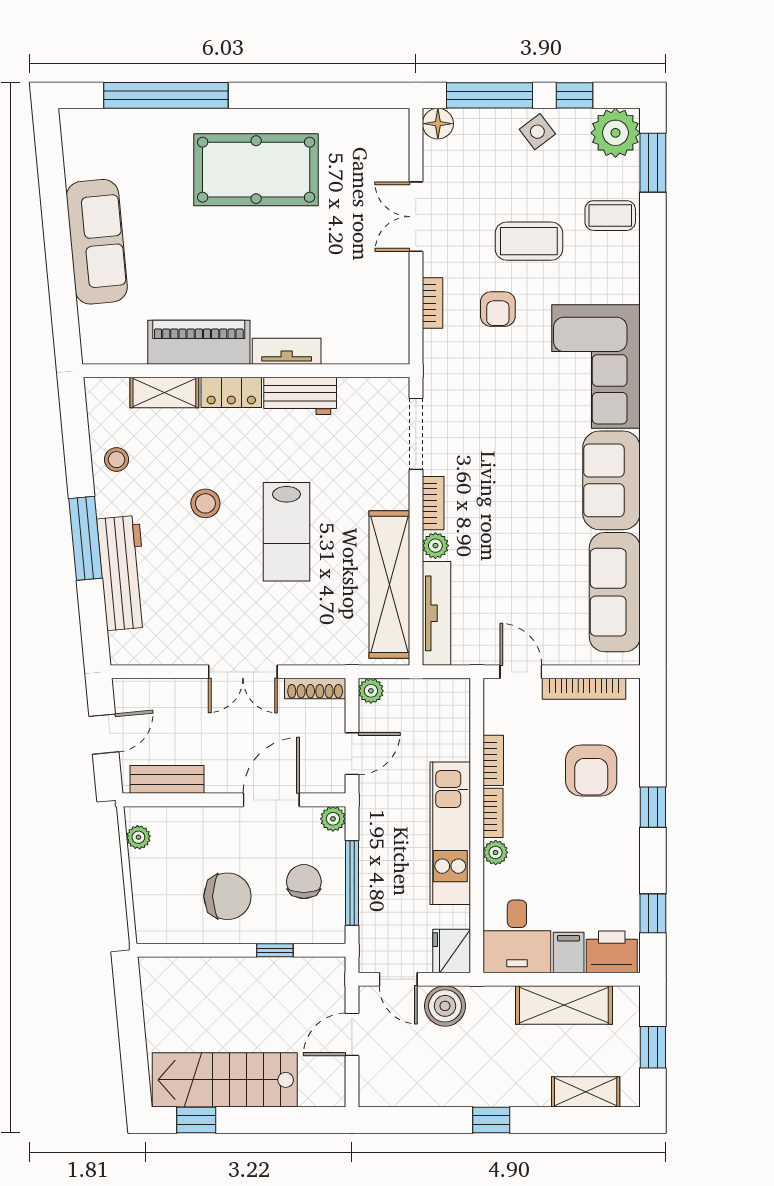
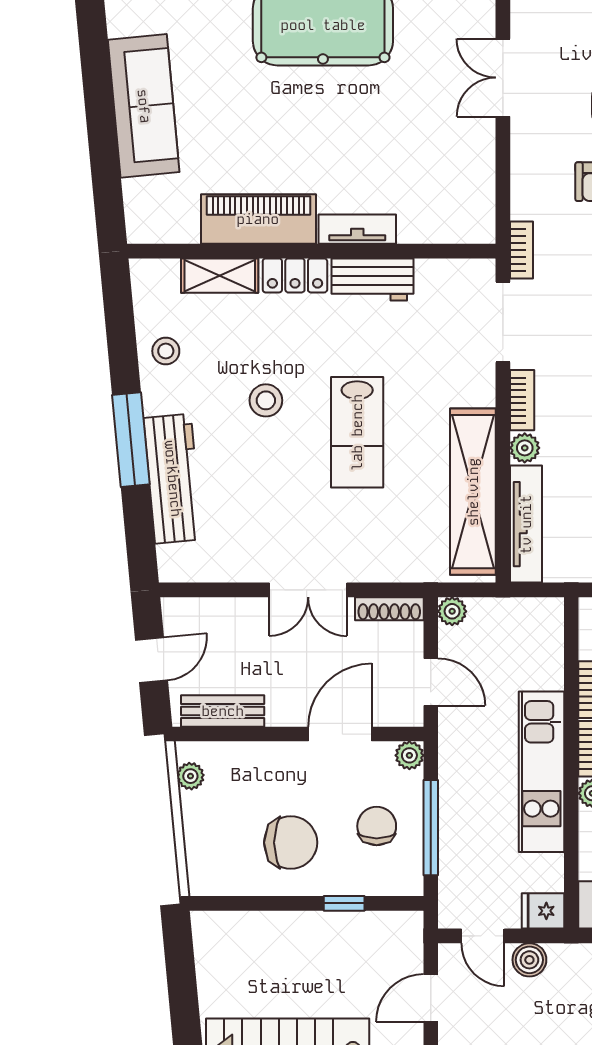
bookcase: (433, 303) -> (521, 250), moved
door: (352, 754) -> (431, 682), hinge flipped
fridge: (452, 951) -> (543, 911), width x0.72
boiler: (445, 1006) -> (529, 960), width x0.73, depth x0.73

